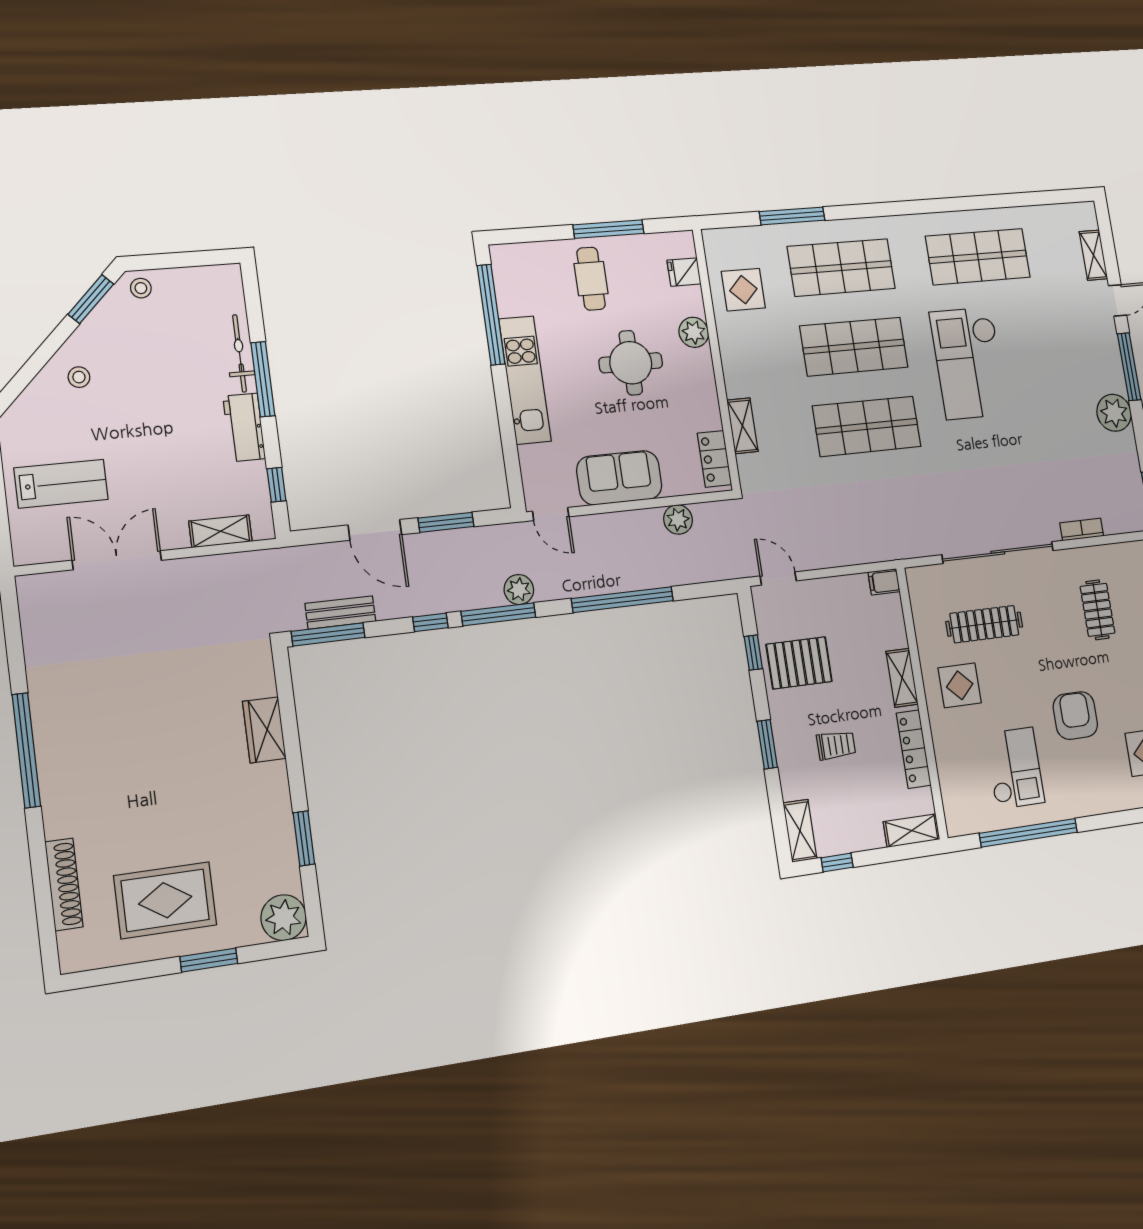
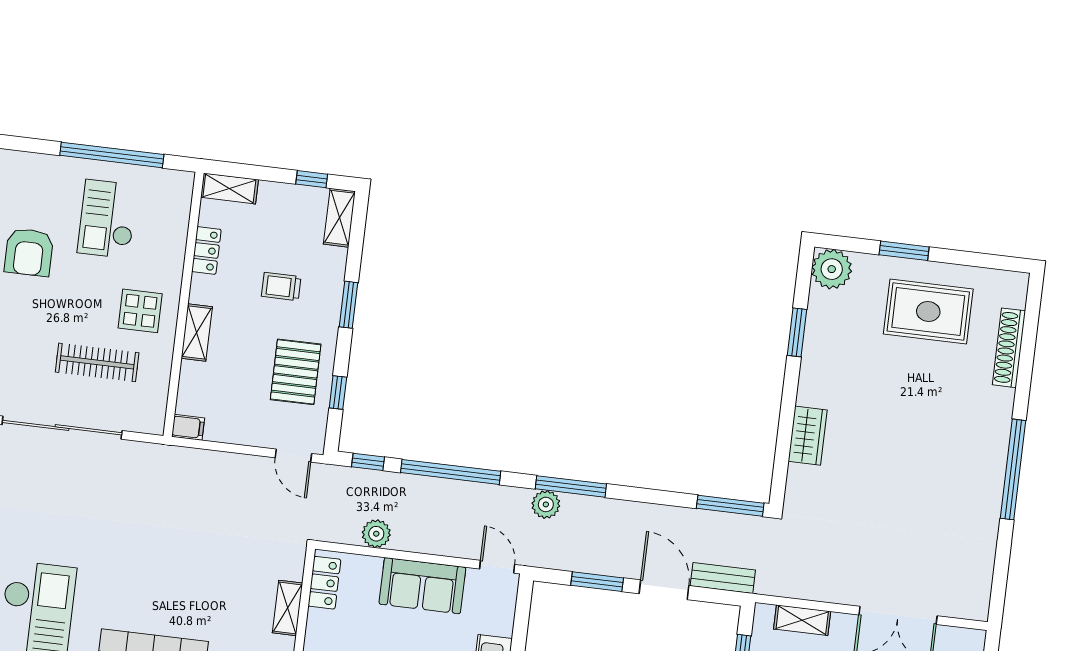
shop shelf: (867, 426) -> (162, 580), removed
bench: (340, 613) -> (723, 578), moved
window: (430, 622) -> (368, 462), moved
pallet: (799, 663) -> (296, 372), turned 90
locker: (914, 749) -> (206, 250), width x0.66

